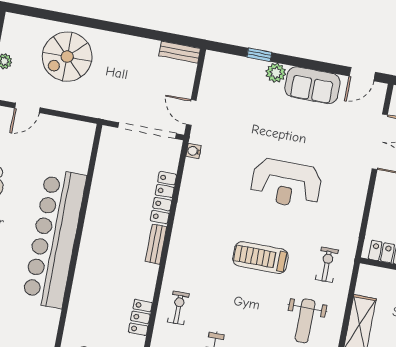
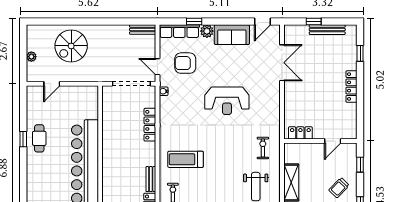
row of seats: (234, 65) -> (179, 31), added
armchair: (234, 115) -> (185, 63), added
bench: (156, 244) -> (151, 179), moved
treadmill: (260, 258) -> (186, 159), moved

